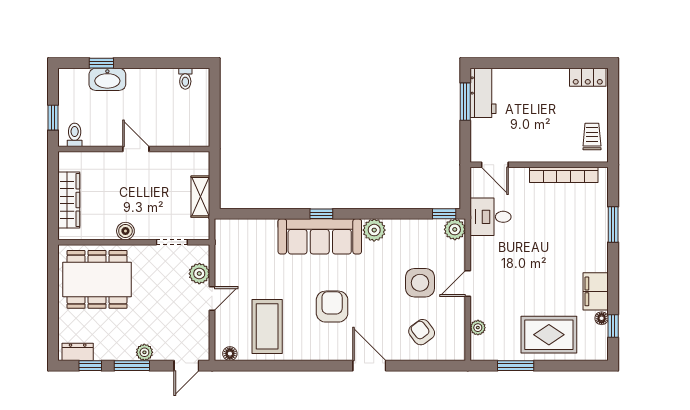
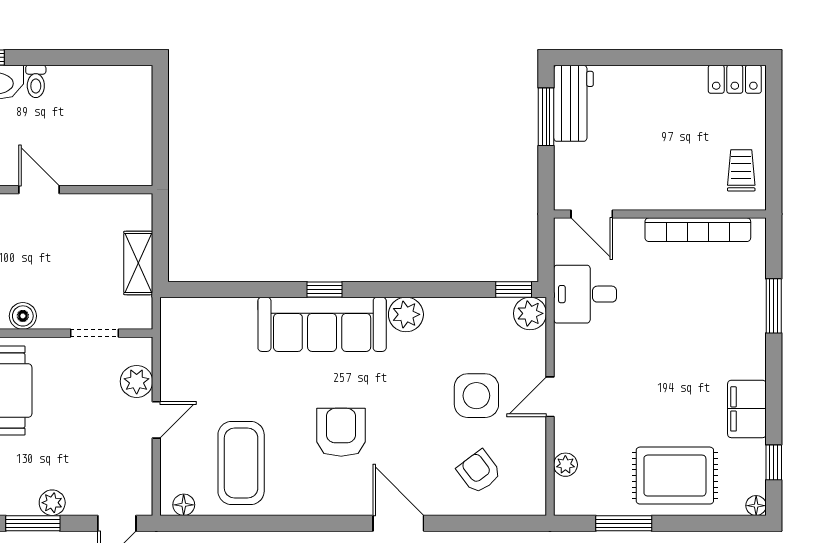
toilet: (185, 79) -> (36, 81), moved
floor lamp: (602, 318) -> (756, 506), moved

